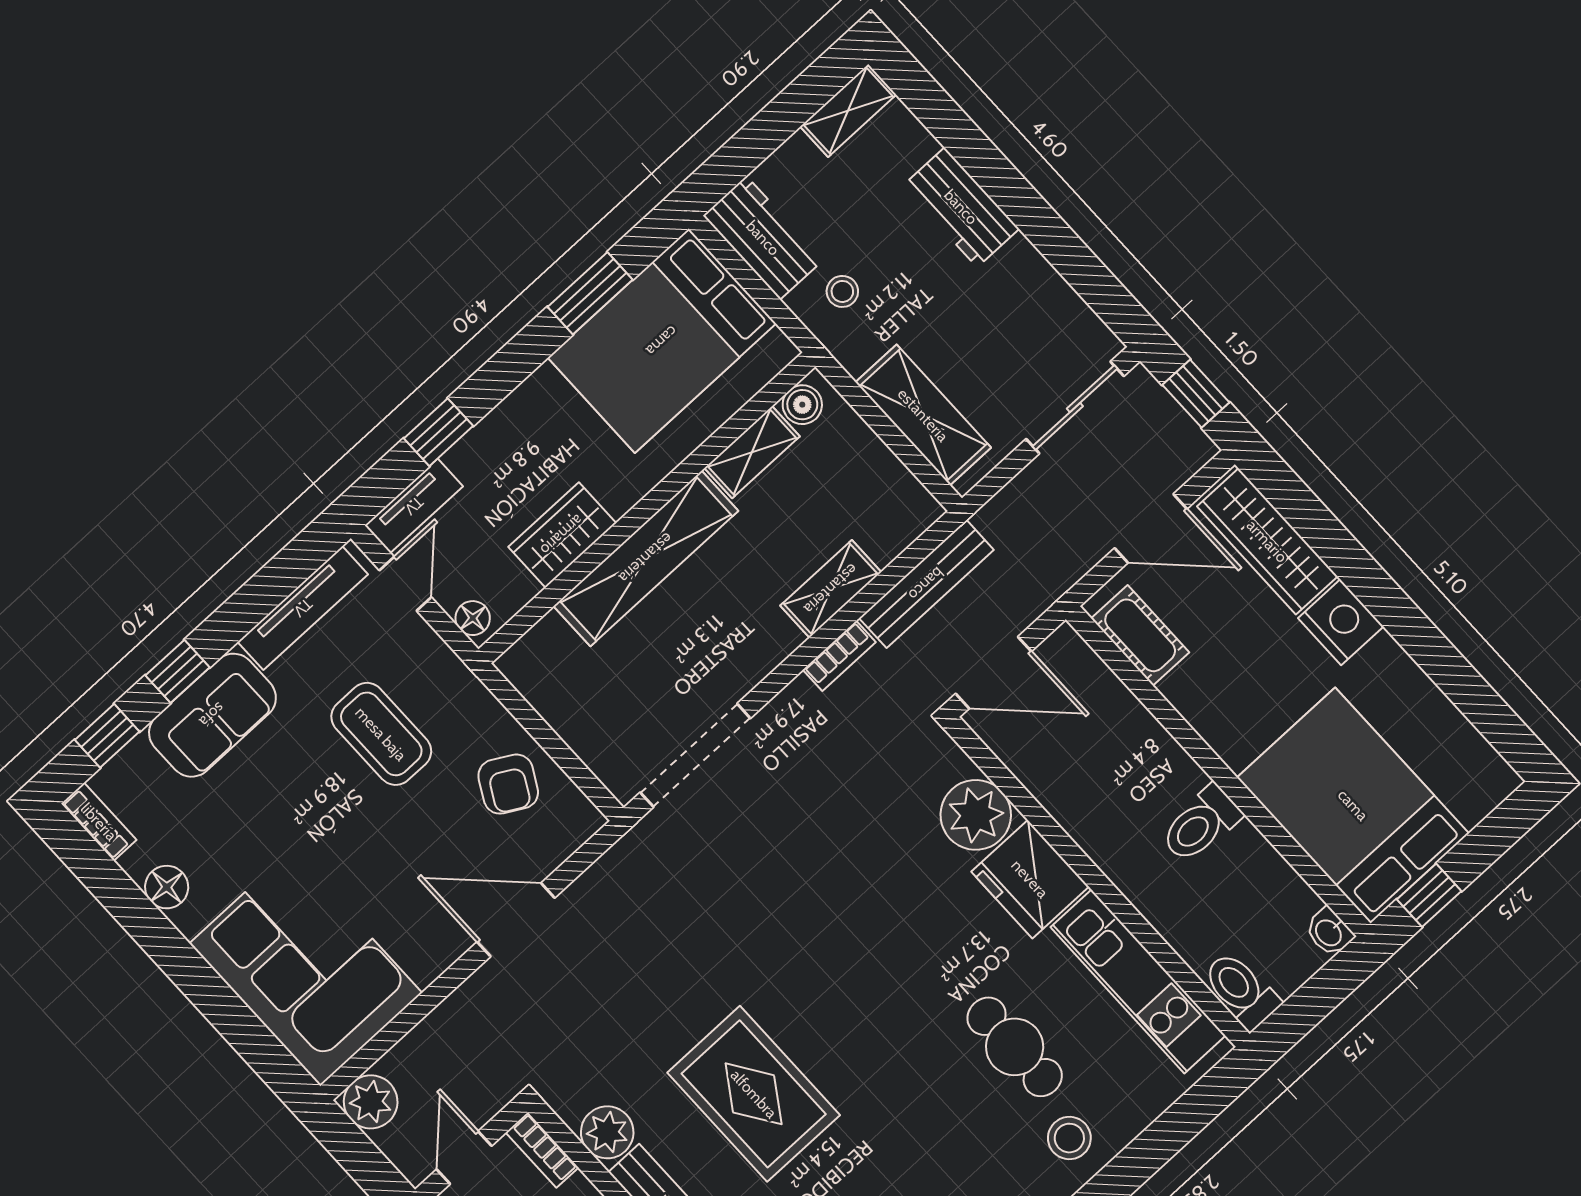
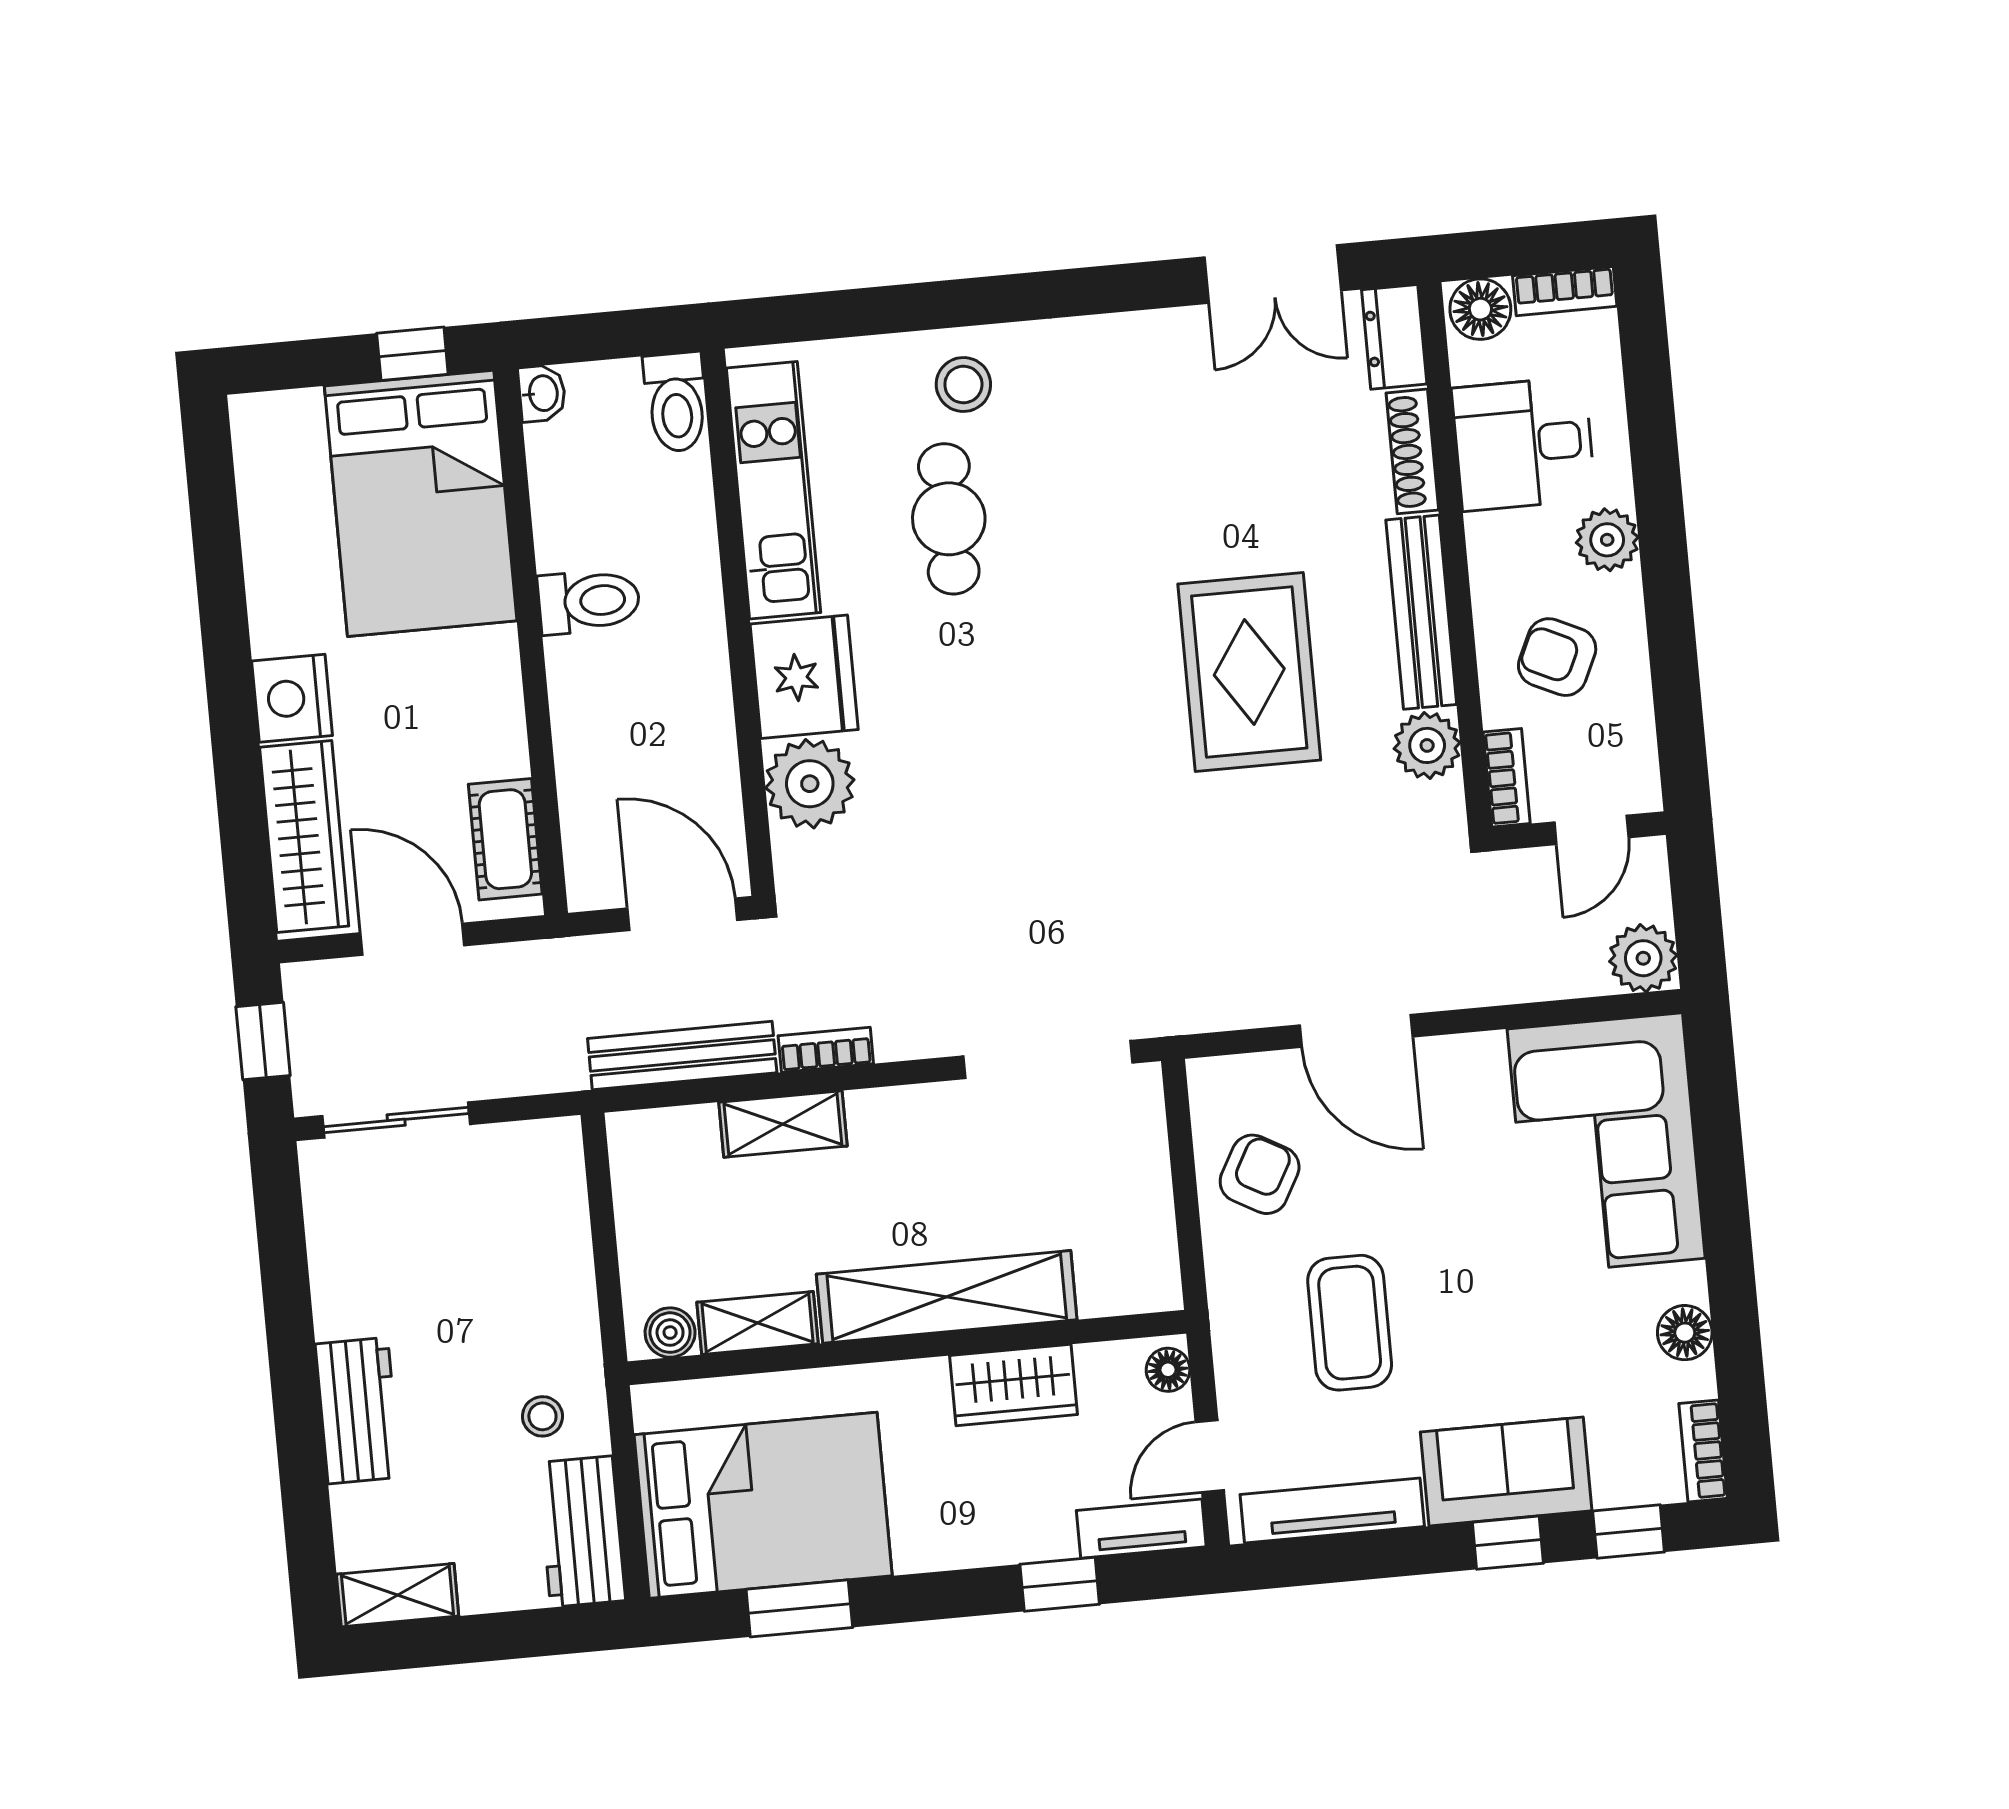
shelving: (923, 415) -> (555, 1229), removed

